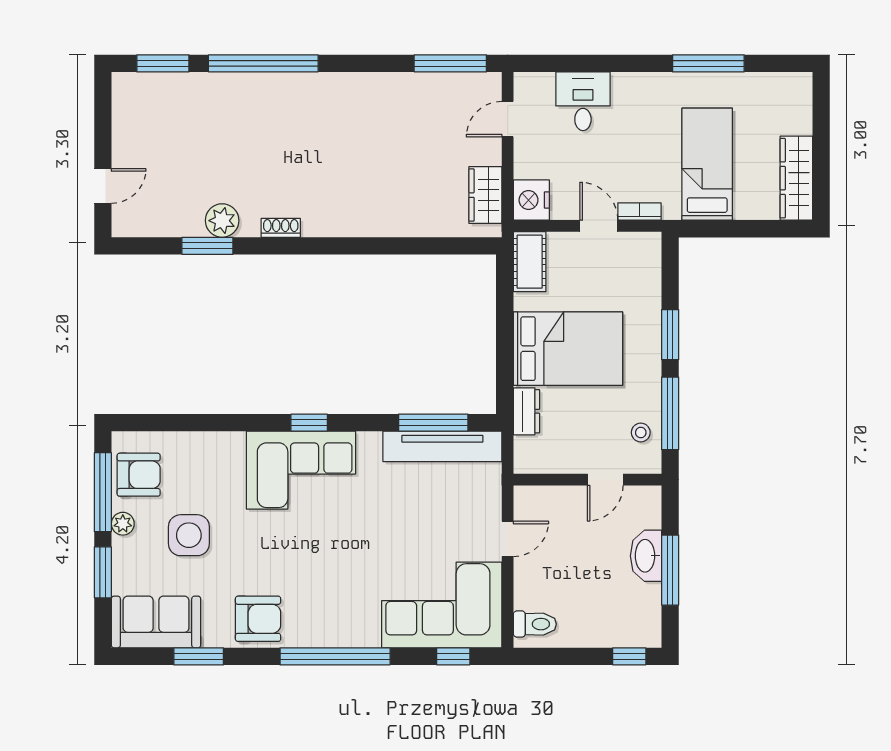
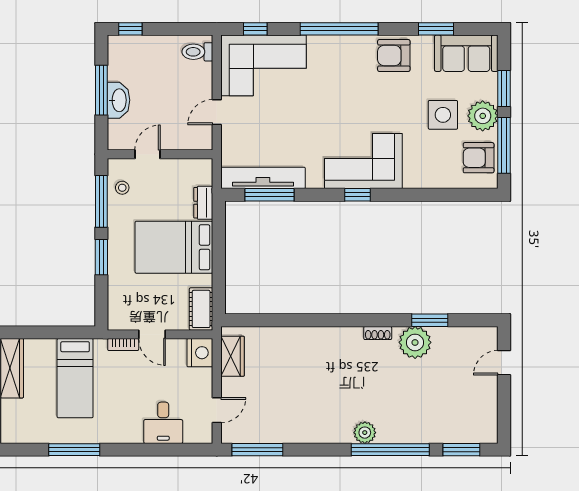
plant: (299, 88) -> (365, 433), added
plant: (222, 221) -> (415, 342), width x1.36, depth x1.36
plant: (123, 524) -> (483, 116), width x1.88, depth x1.88

